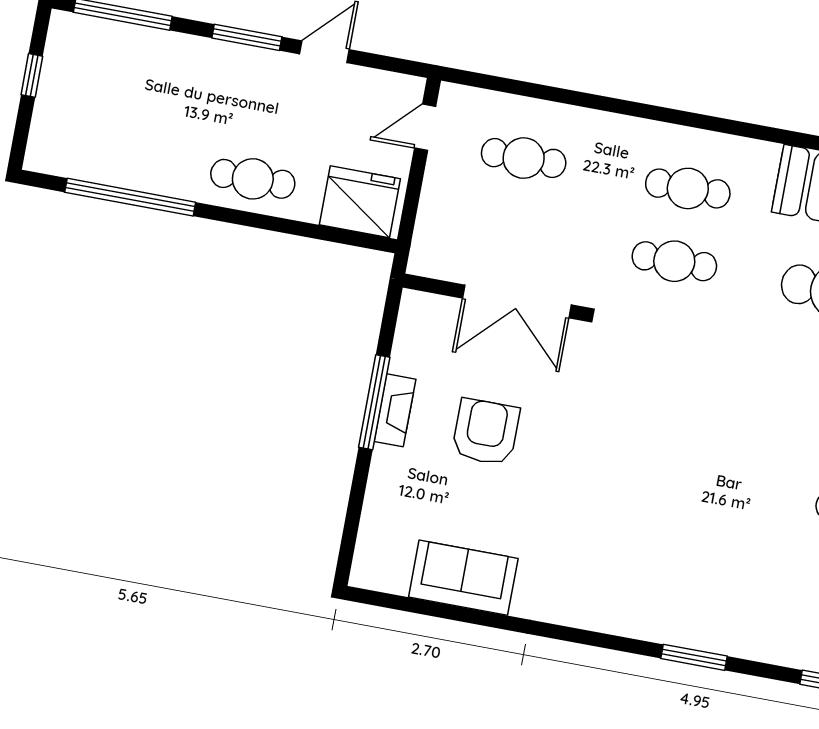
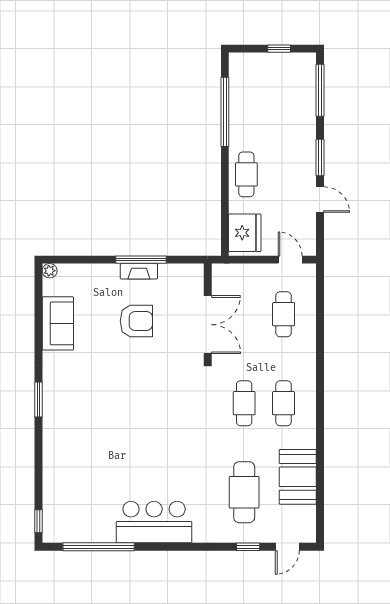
double door: (517, 301) -> (208, 325), swing flipped
plant: (363, 575) -> (50, 271), added
window: (694, 657) -> (38, 399), moved

